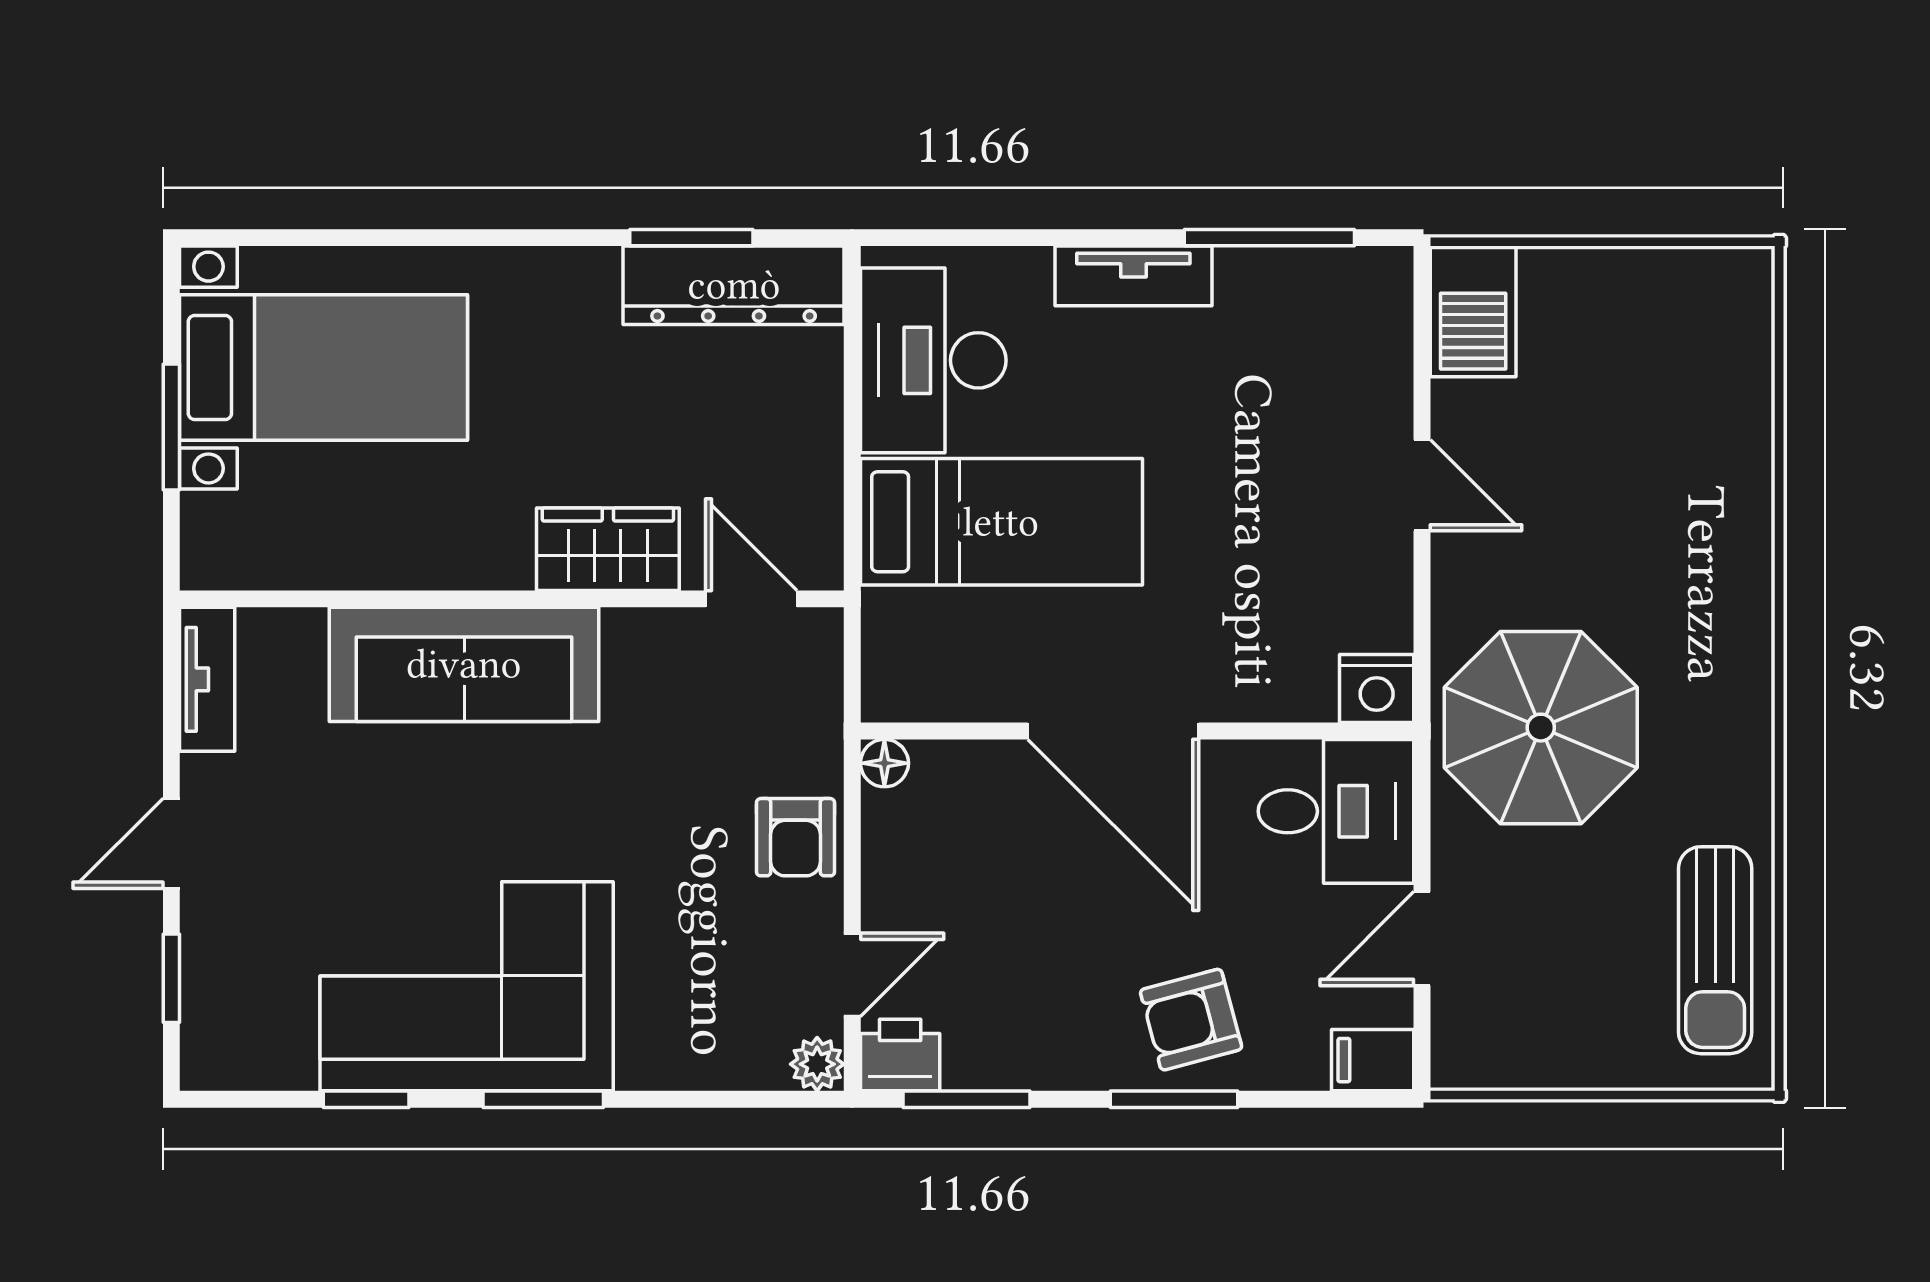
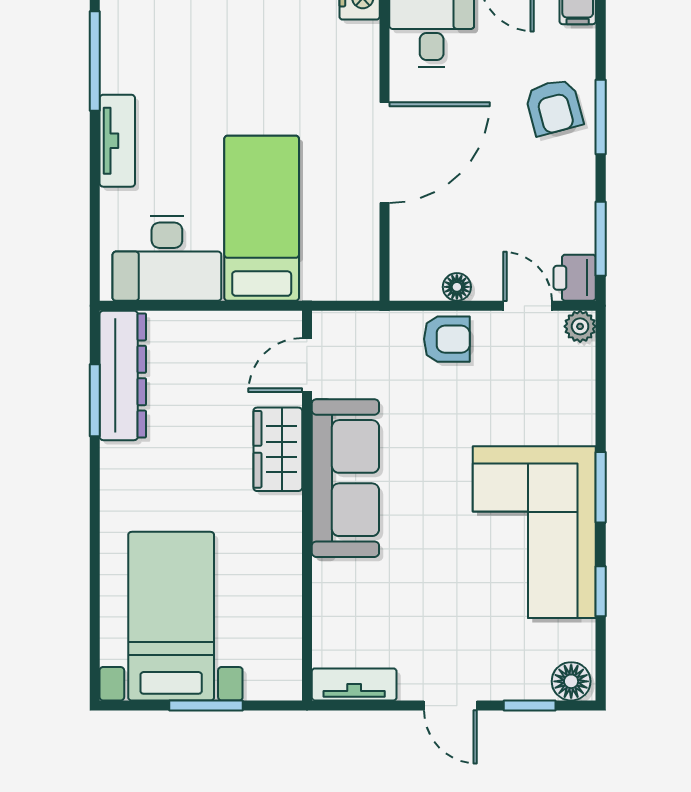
sofa: (464, 664) -> (345, 478), moved
floor lamp: (884, 763) -> (457, 287), moved
floor lamp: (213, 1049) -> (571, 681), added

